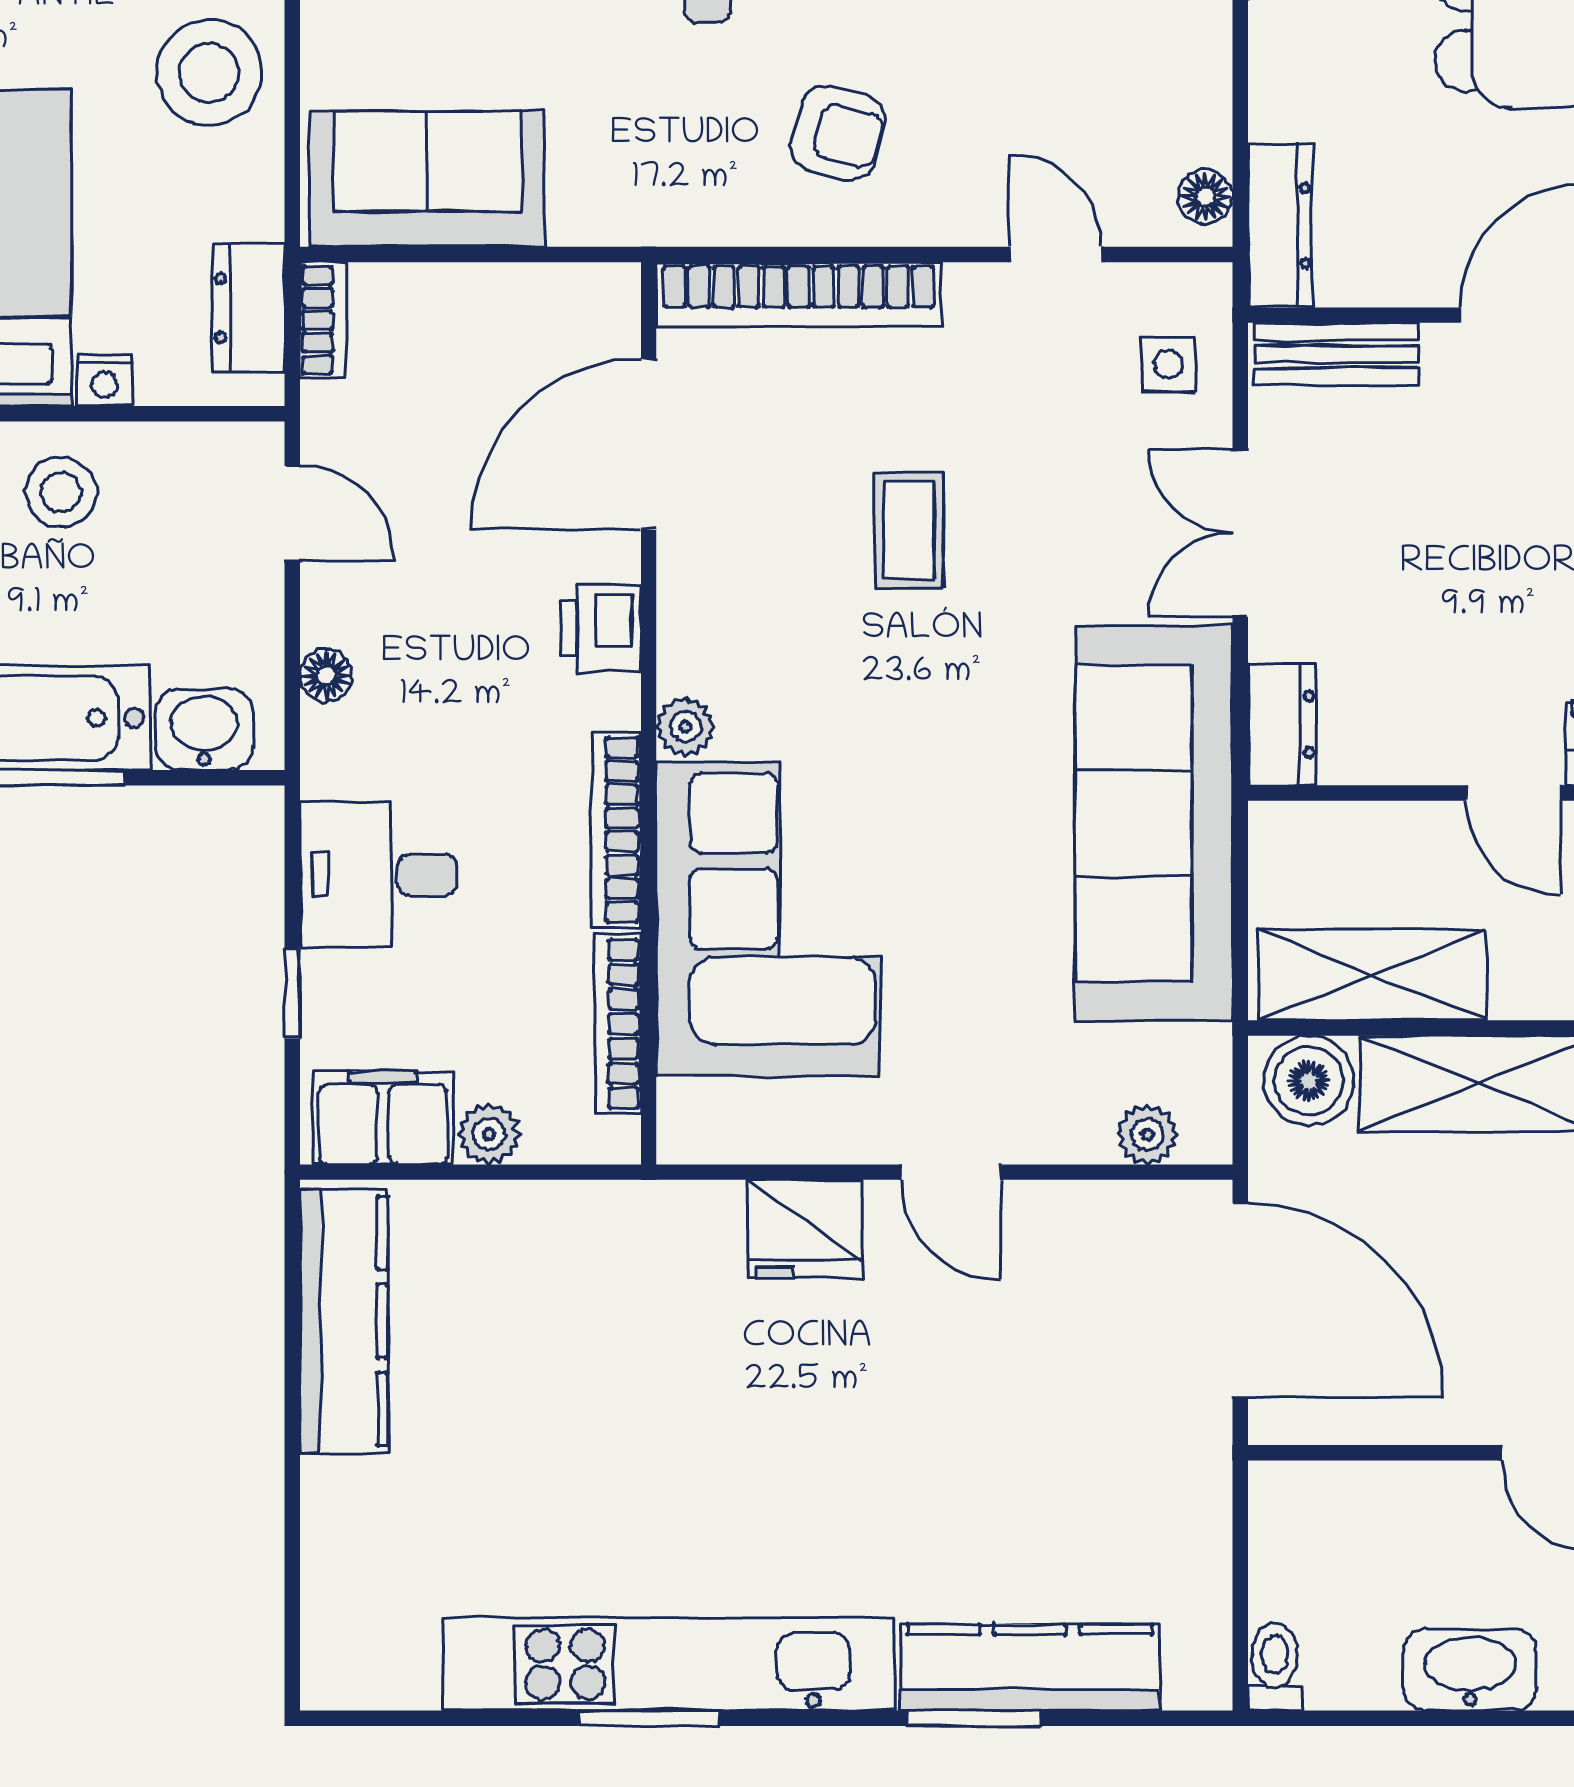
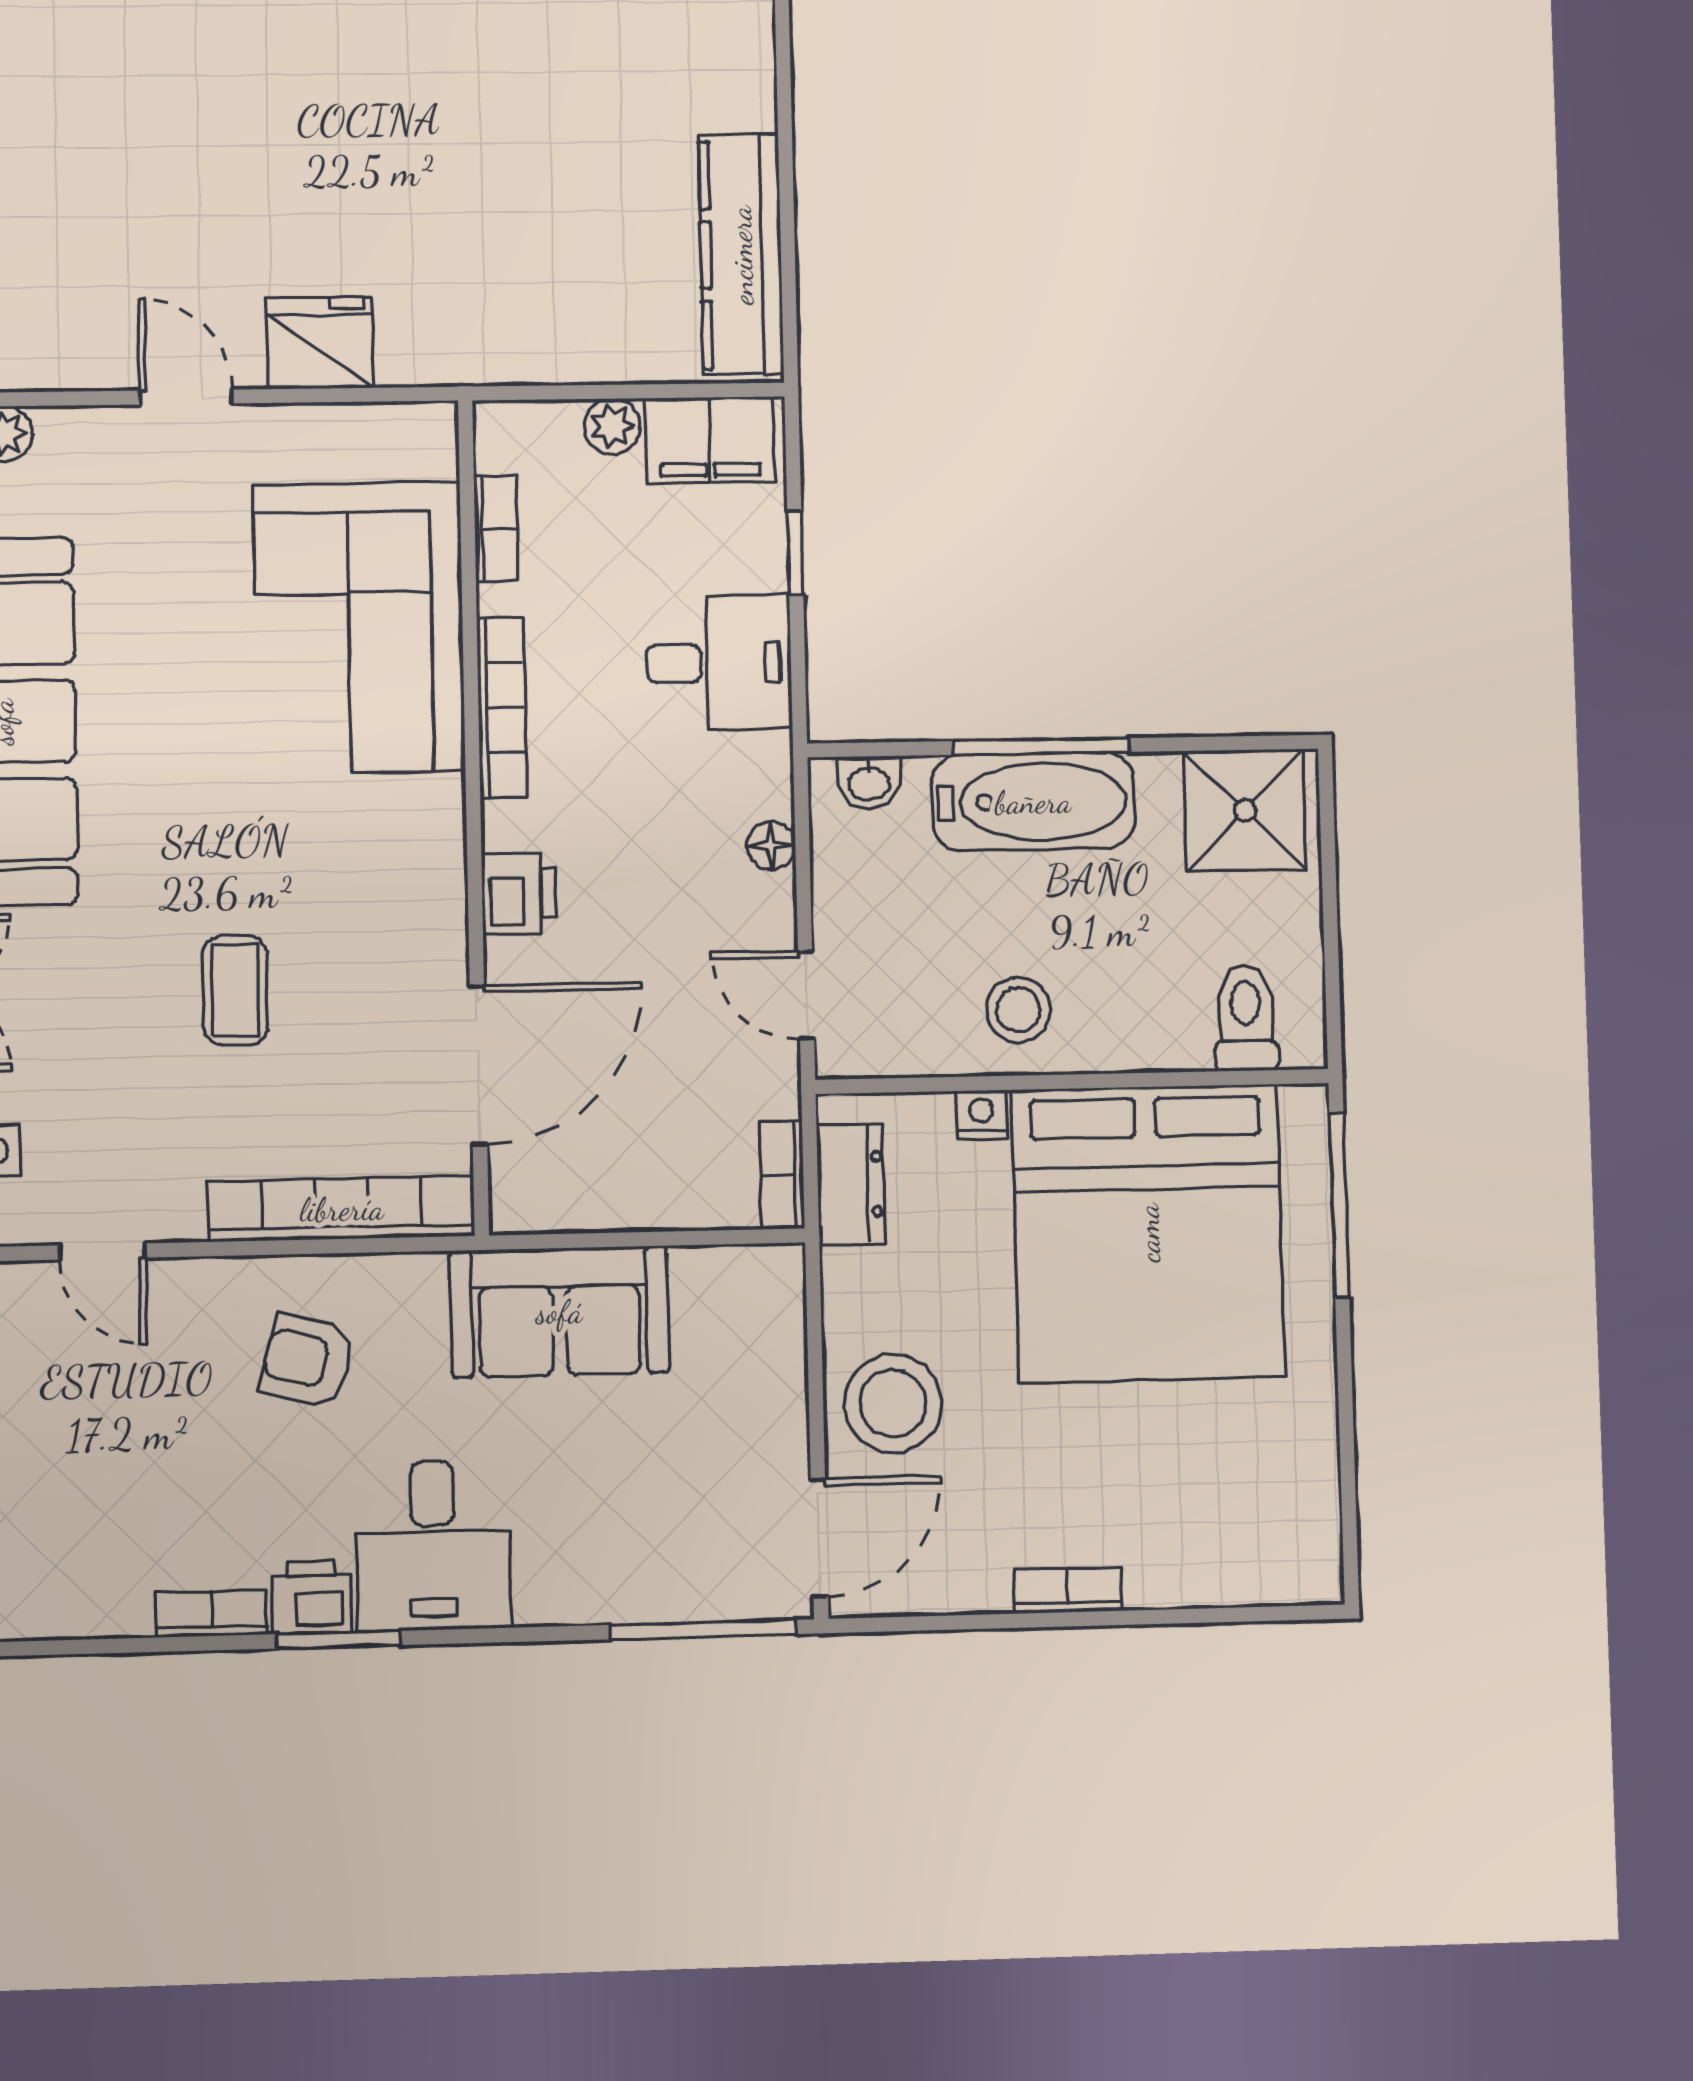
sofa: (427, 179) -> (559, 1312), moved
plant: (685, 727) -> (439, 804), removed
washbasin: (204, 729) -> (869, 783), width x0.72, depth x0.69
bookcase: (618, 1024) -> (496, 529), width x0.64

